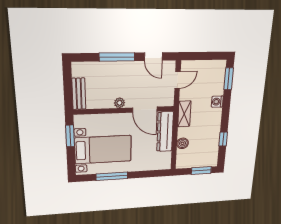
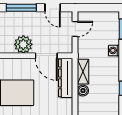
plant: (120, 103) -> (23, 44), width x1.87, depth x1.87
shelving: (184, 114) -> (83, 72), moved

